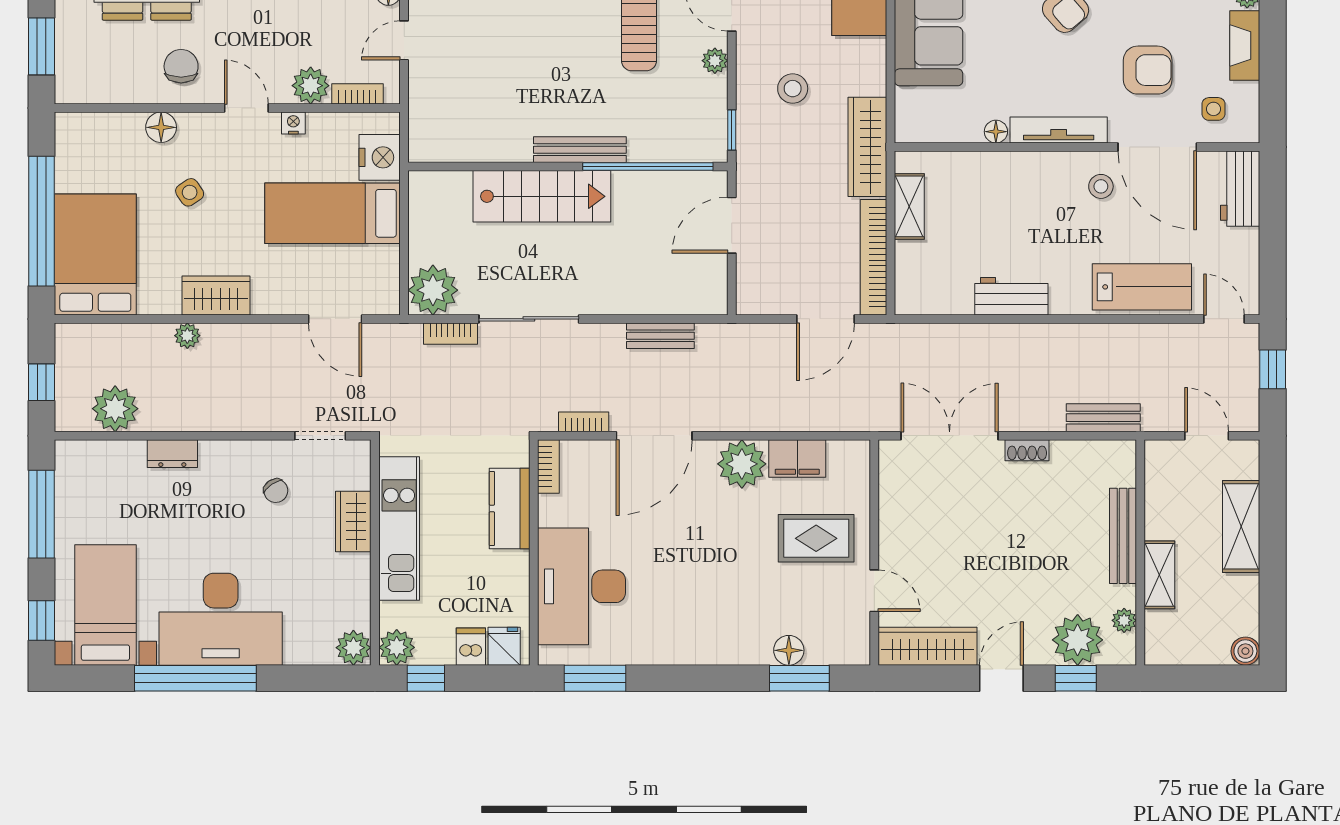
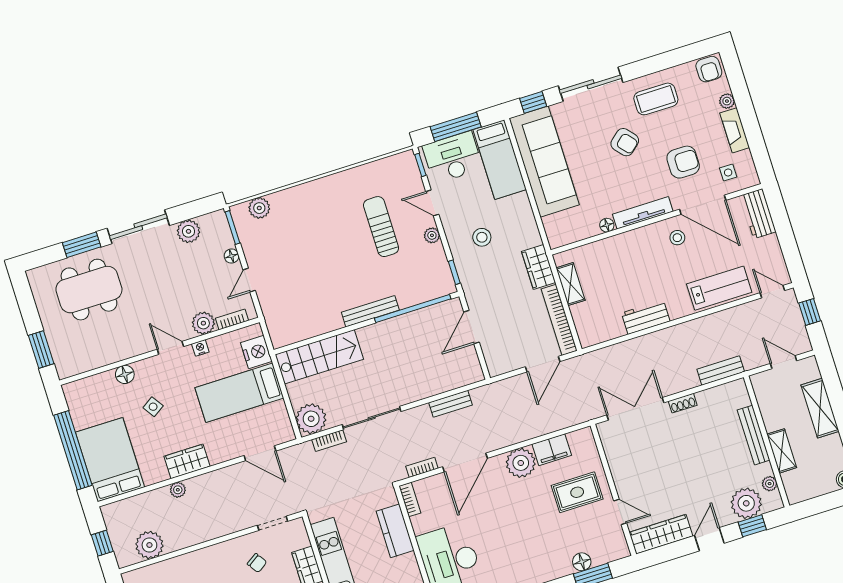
chair: (181, 66) -> (125, 336), removed
wardrobe: (867, 147) -> (539, 267), width x0.67
stairs: (542, 196) -> (319, 357), moved
dresser: (172, 454) -> (191, 560), removed

